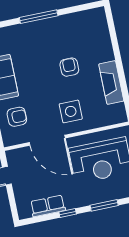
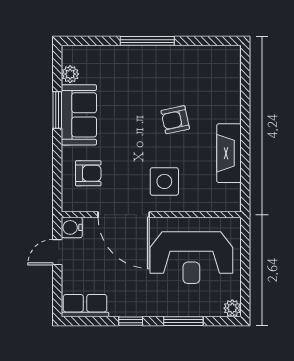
armchair: (69, 67) -> (175, 120), turned -102
water cooler: (13, 157) -> (72, 227), added
row of seats: (48, 206) -> (85, 306), moved

